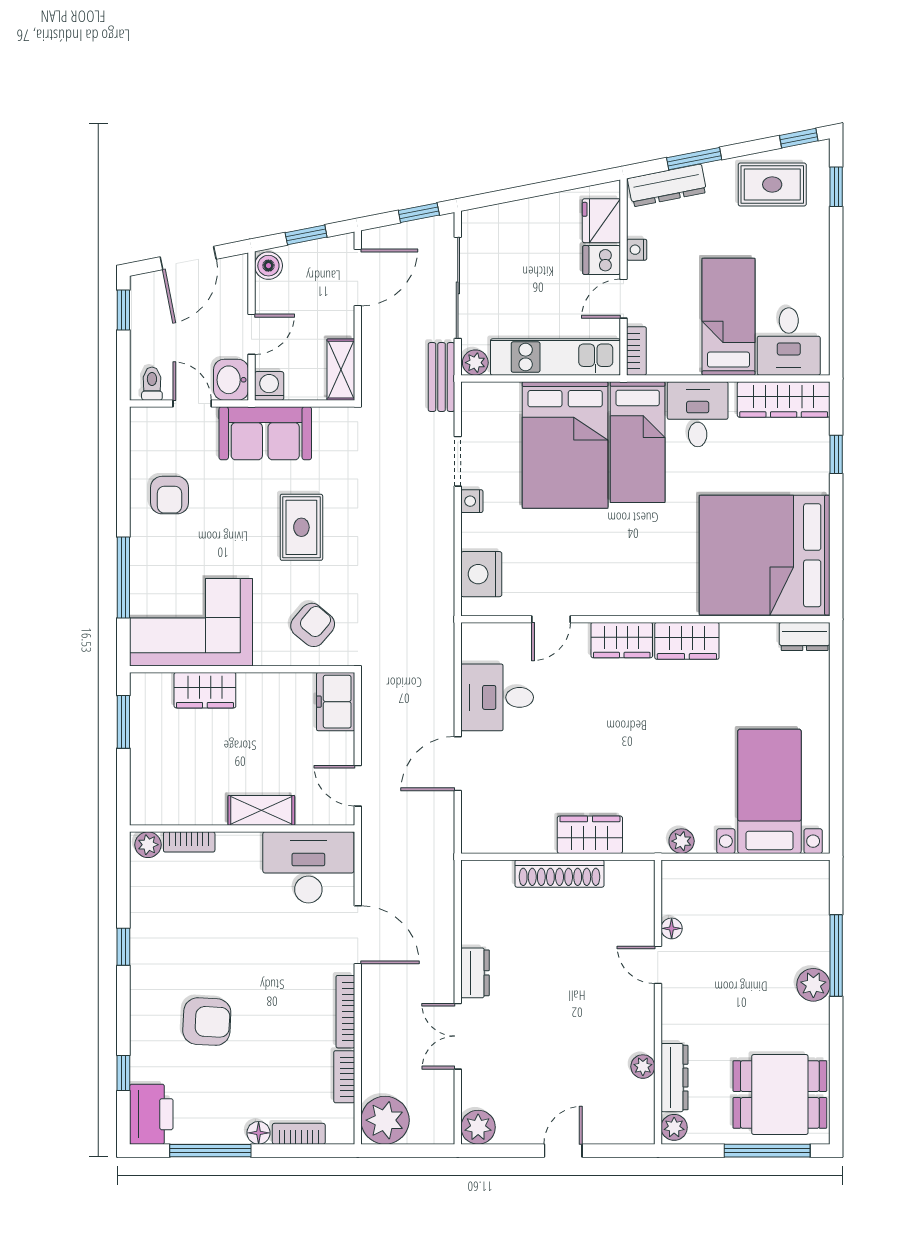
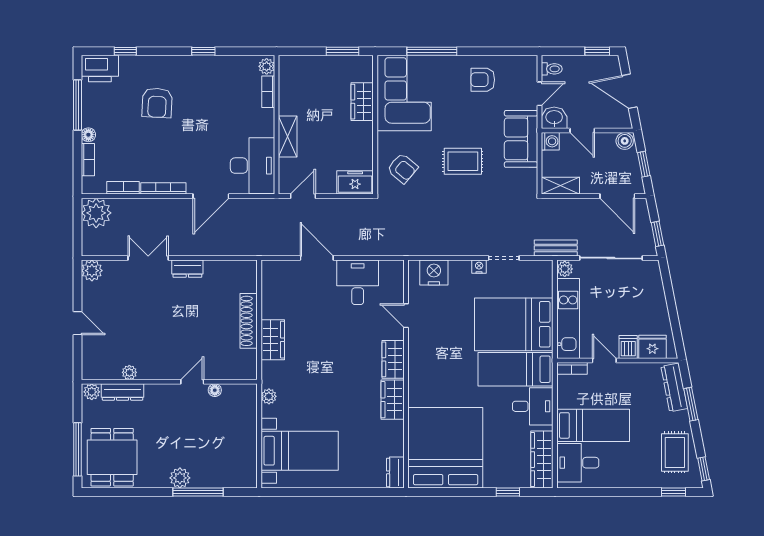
nightstand: (637, 250) -> (635, 369), removed

